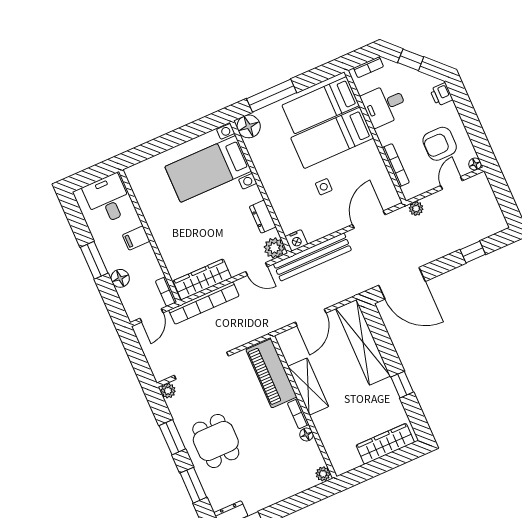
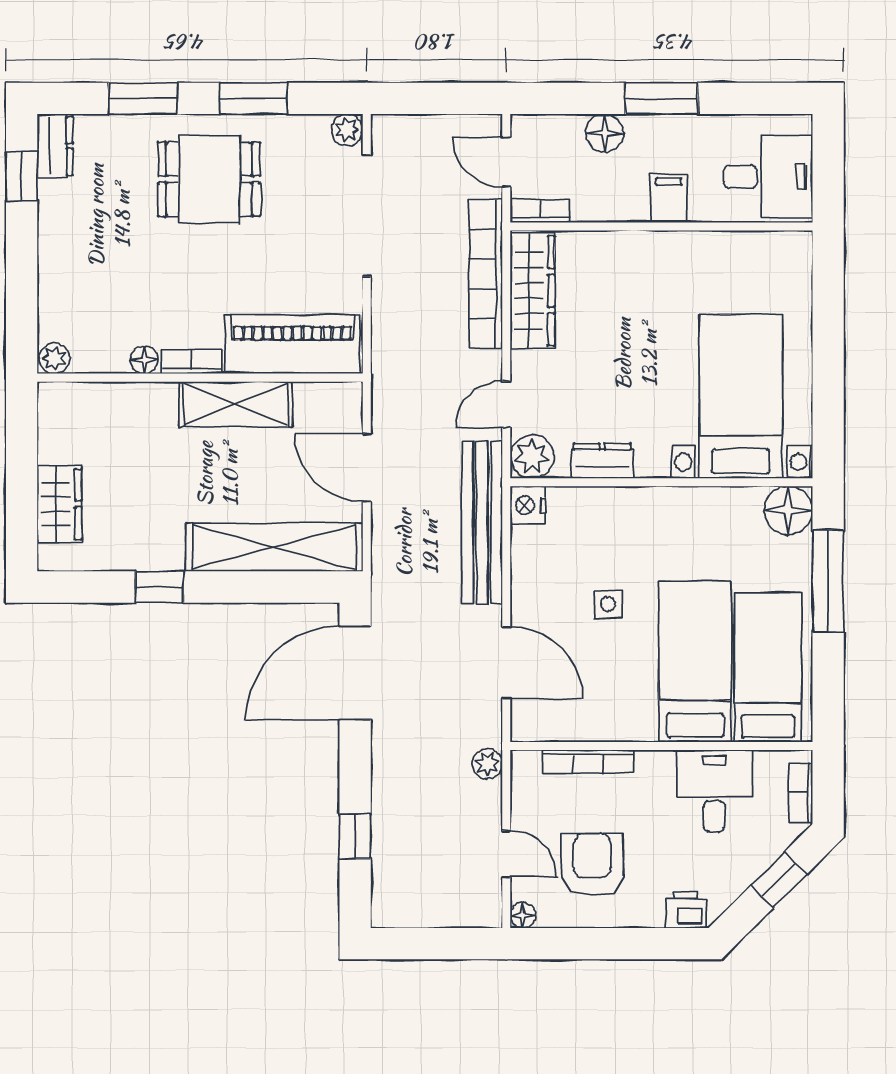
wardrobe: (385, 444) -> (60, 504), width x0.67

